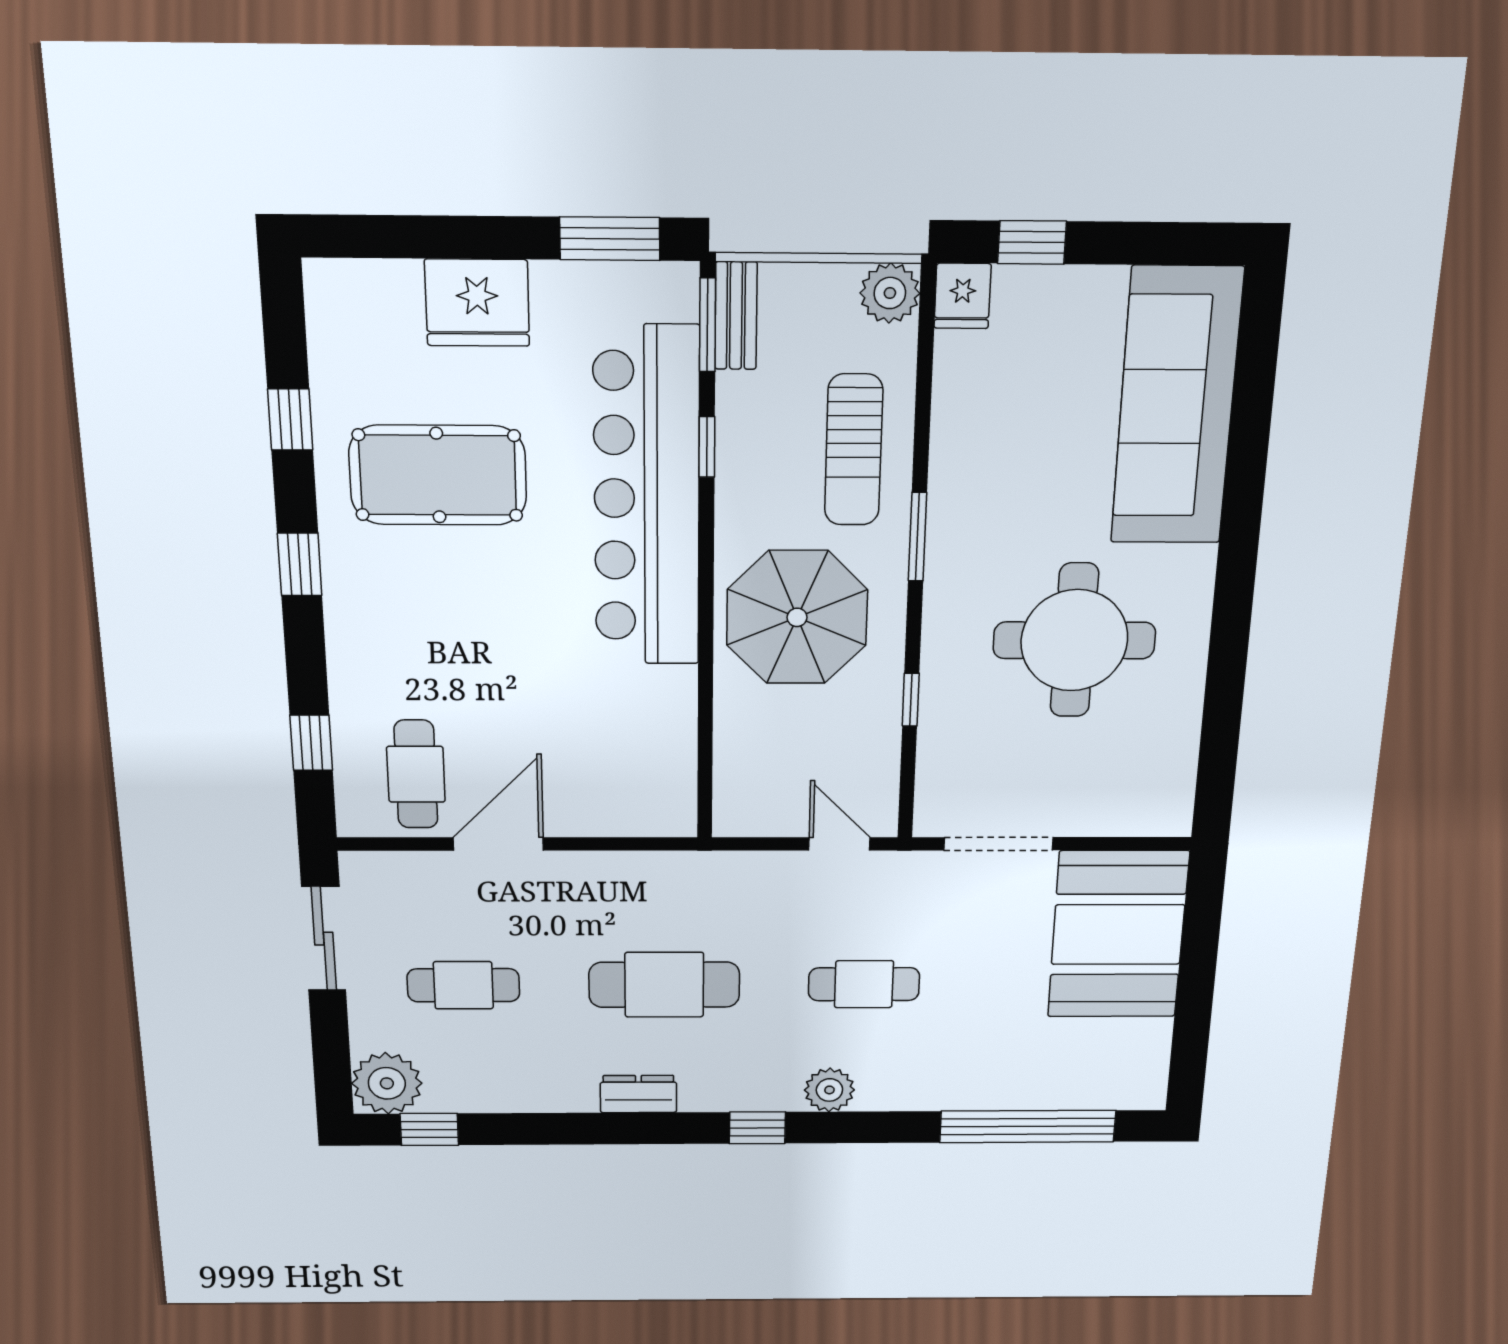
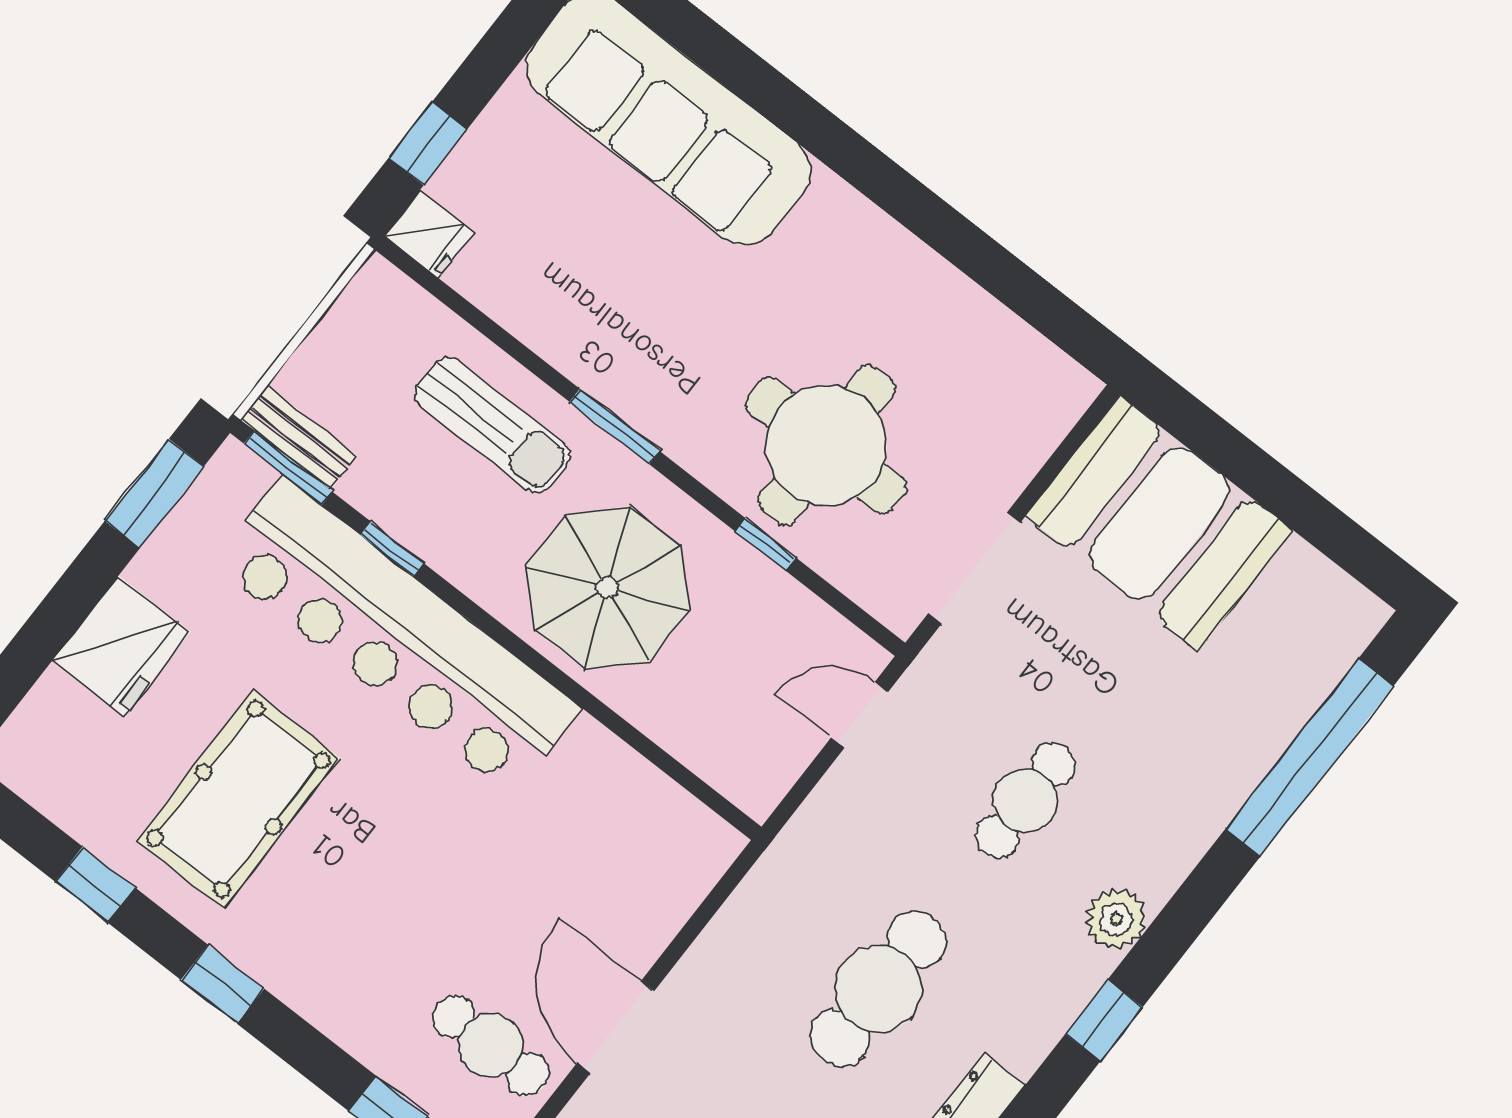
plant: (890, 293) -> (379, 294), removed
round table: (1074, 640) -> (826, 445), moved

